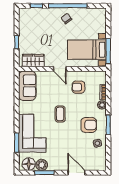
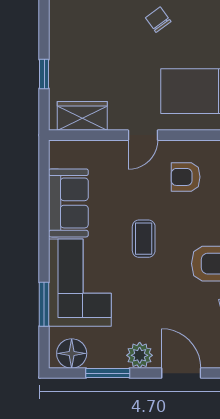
door: (60, 69) -> (143, 135), hinge flipped
sofa: (27, 86) -> (68, 203), moved
plant: (42, 165) -> (140, 355), moved

